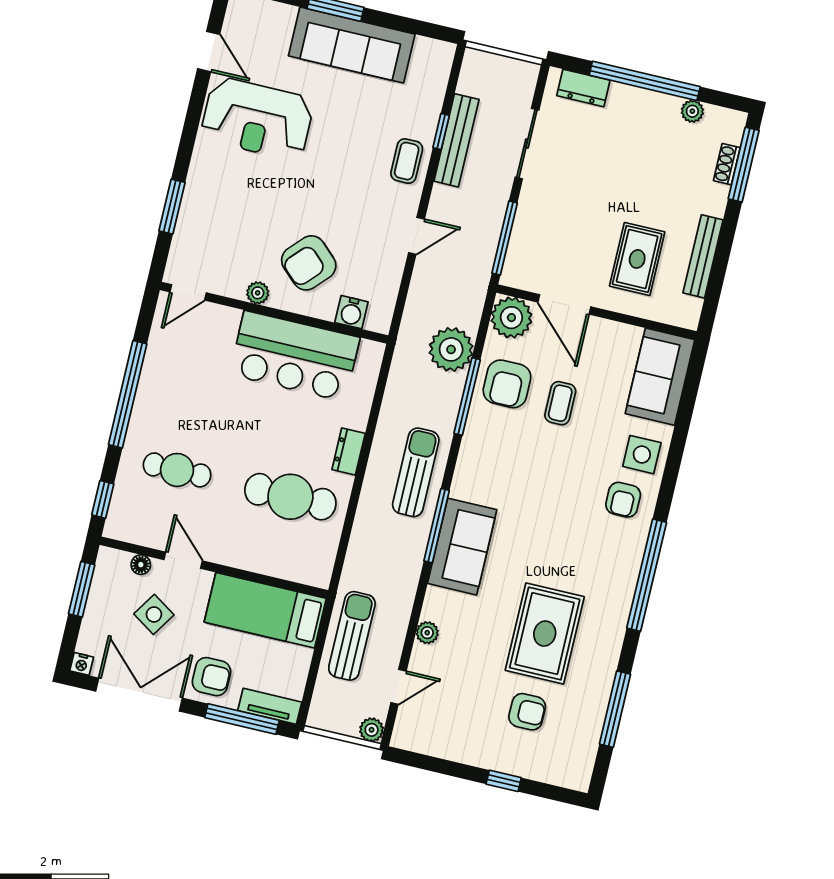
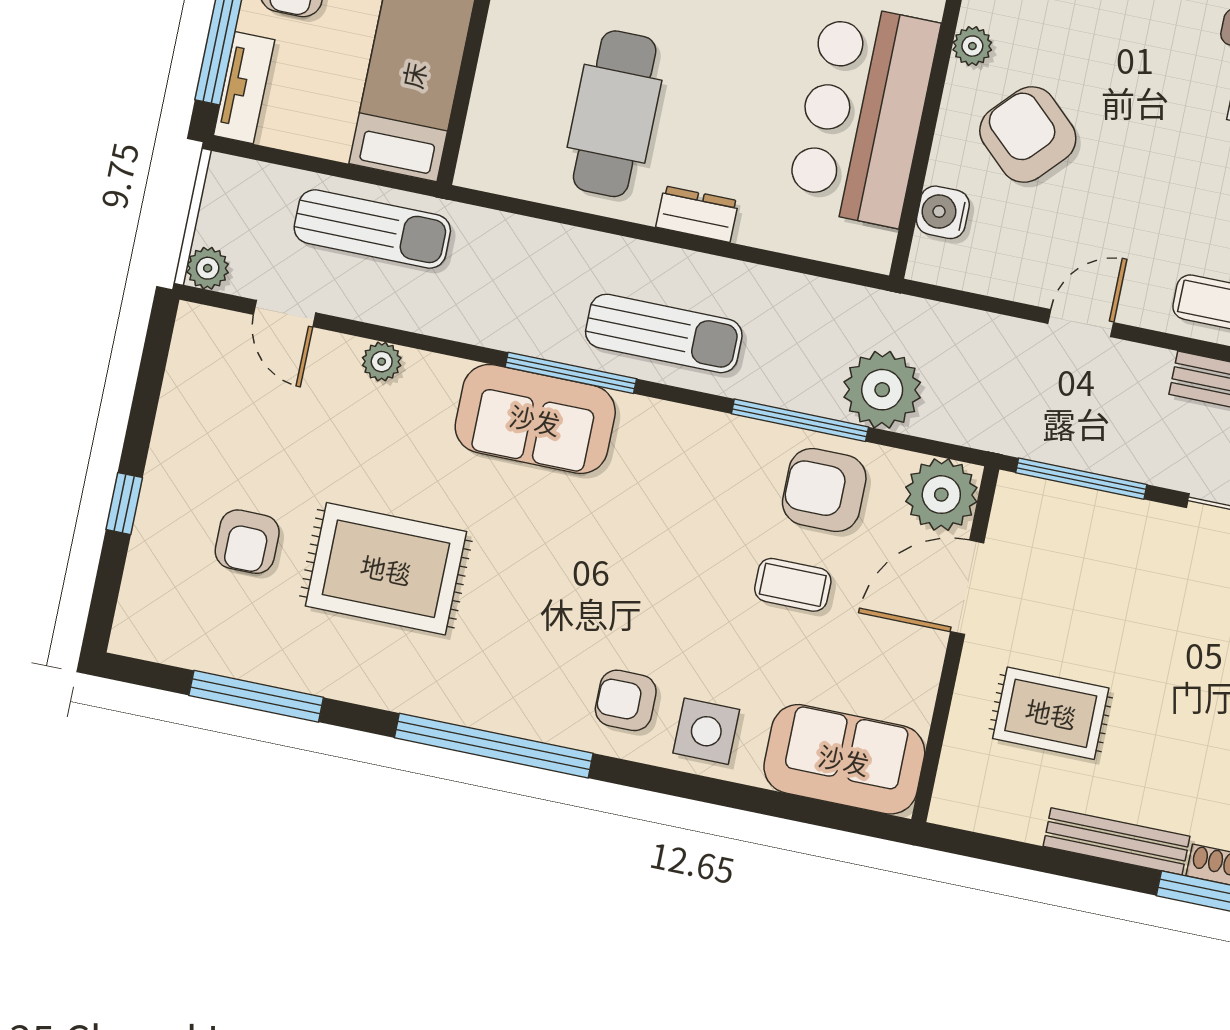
door: (416, 236) -> (1081, 323), swing flipped
bench: (703, 256) -> (1117, 841), moved

